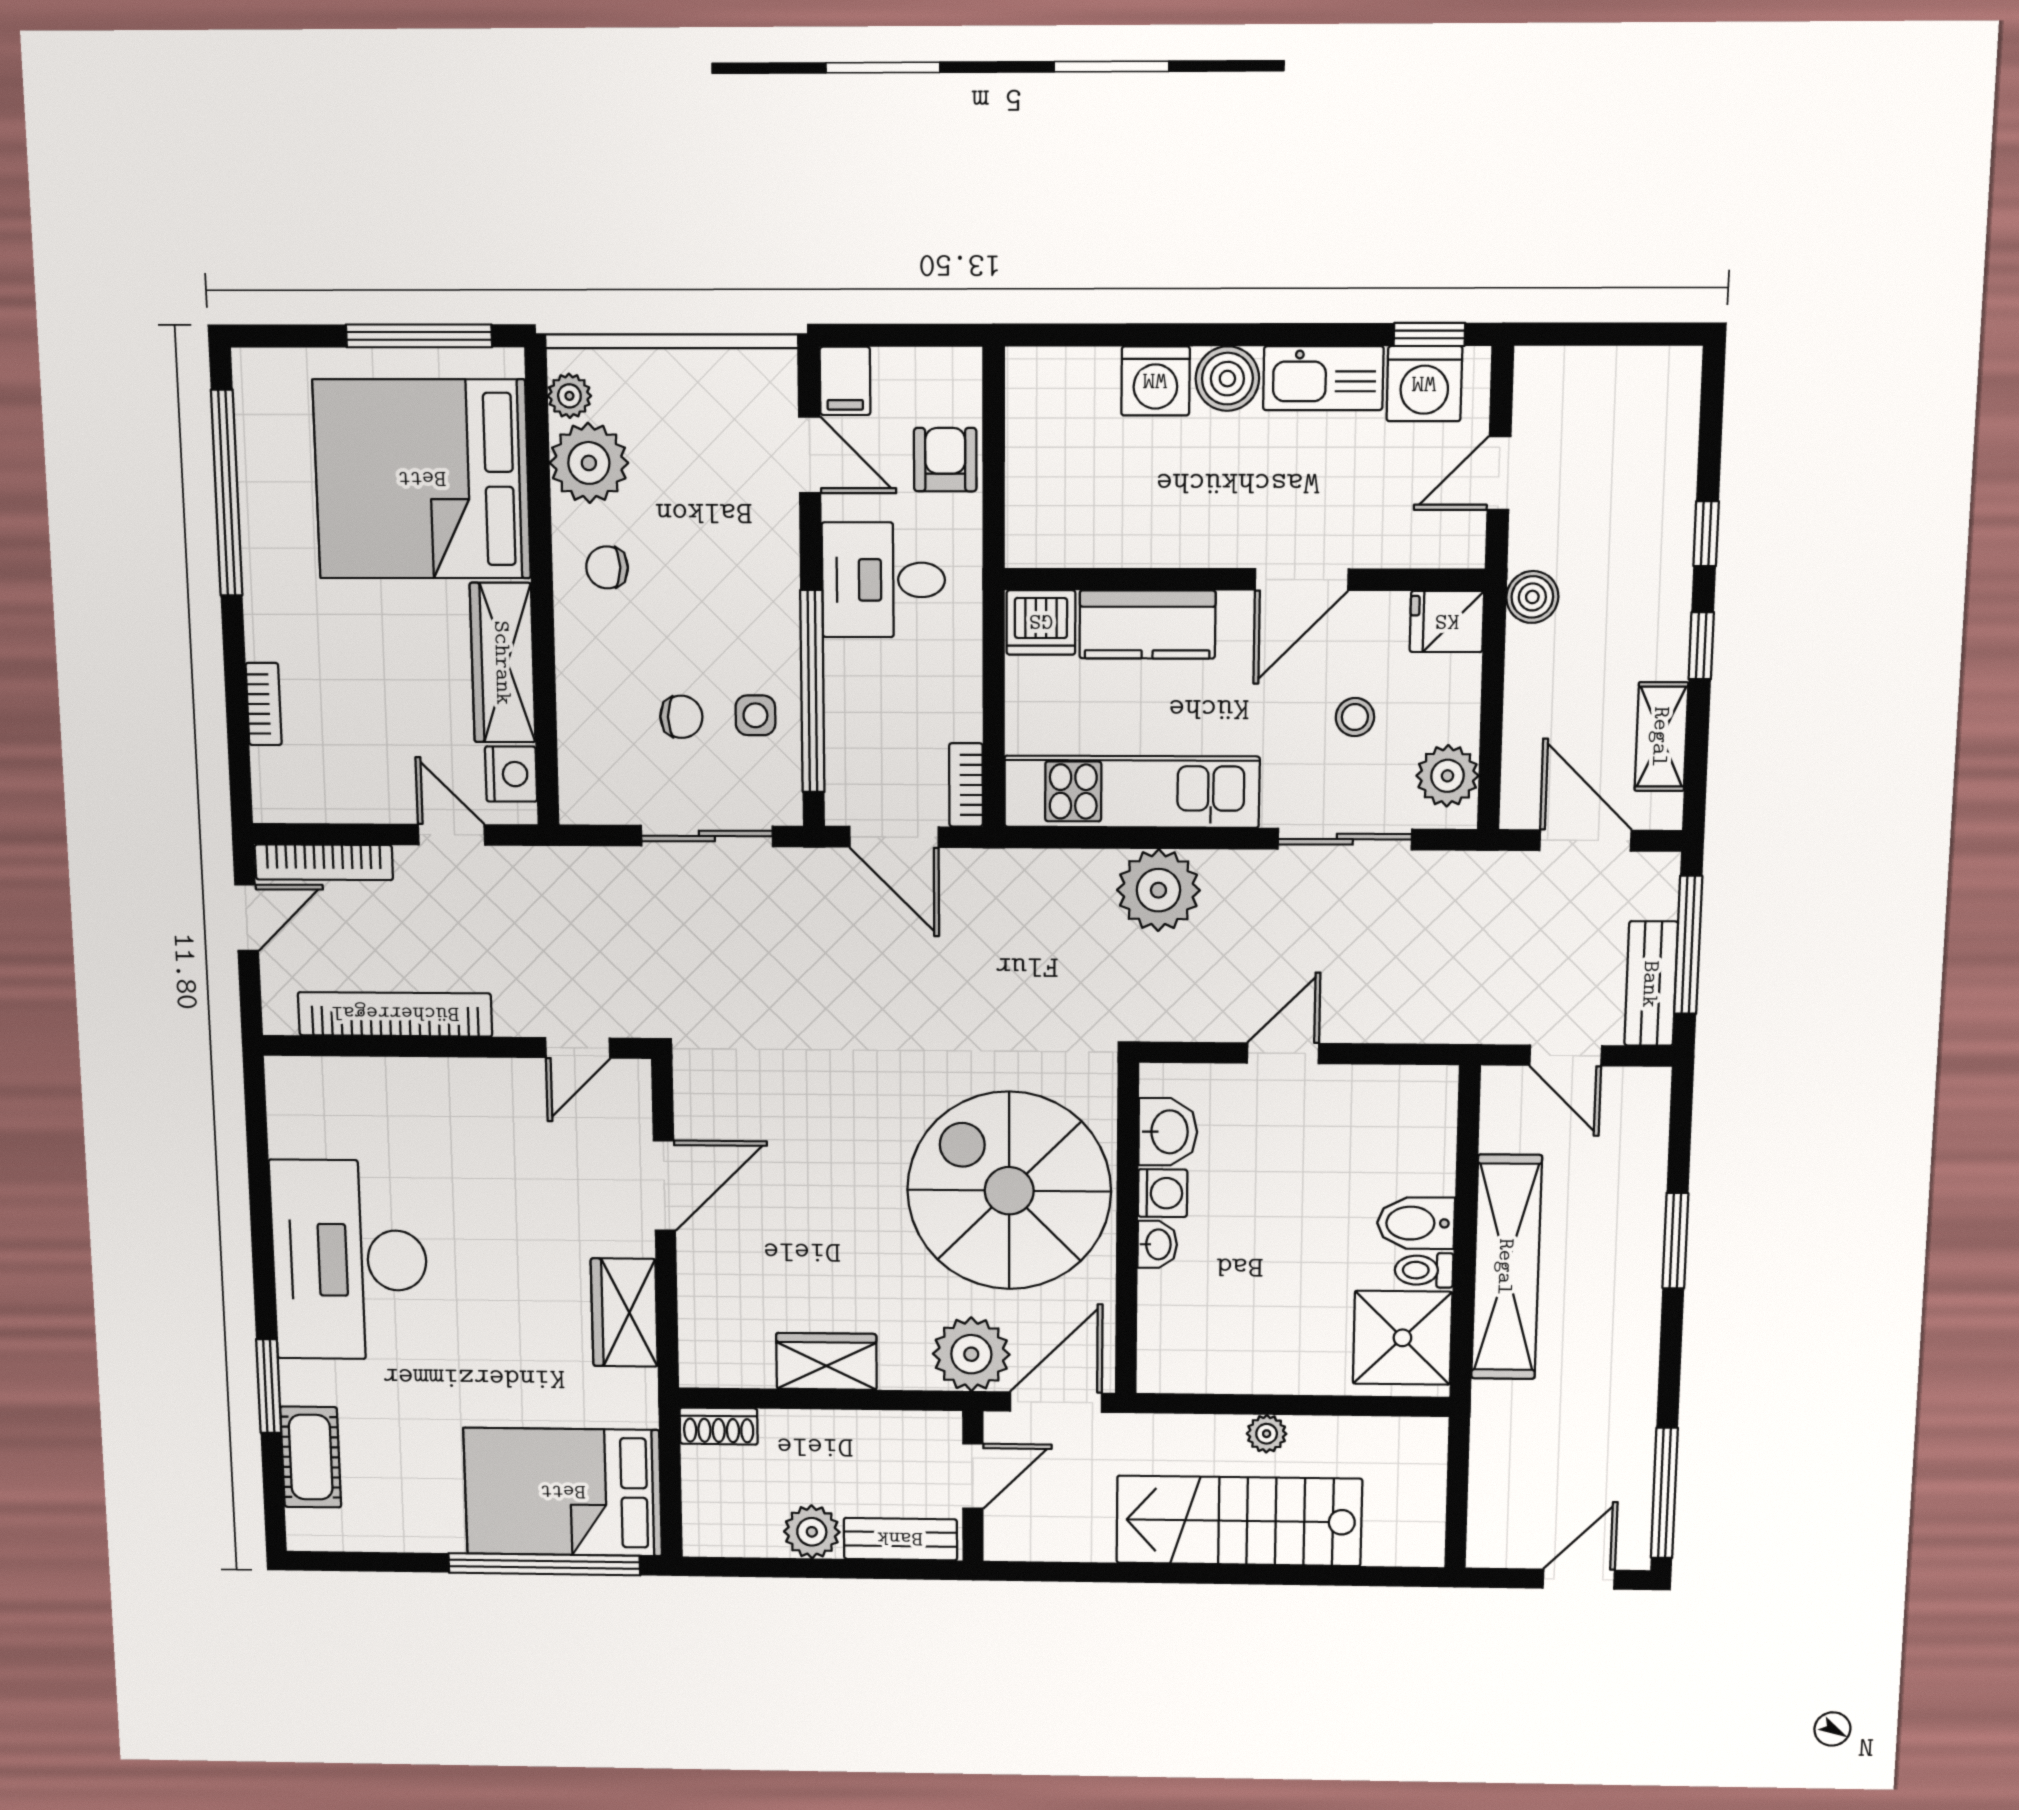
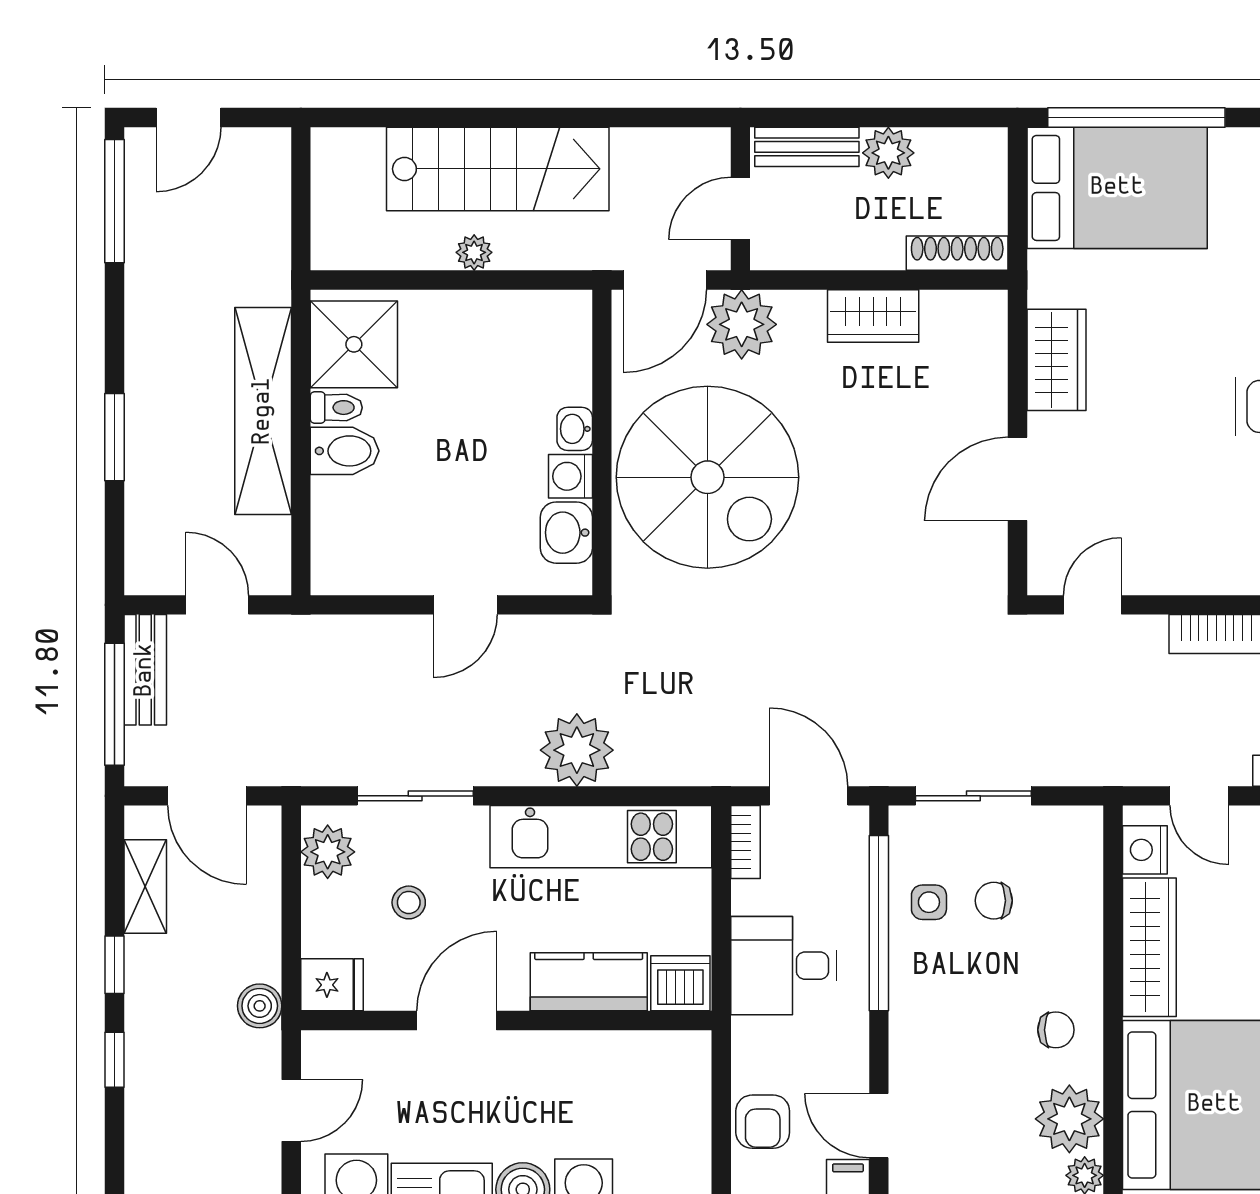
desk: (883, 580) -> (784, 966), moved, turned 180
shoe rack: (719, 1426) -> (957, 253), width x1.43

